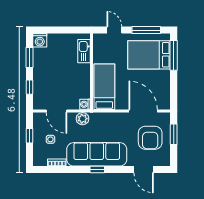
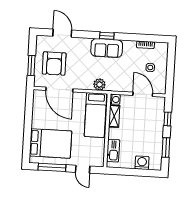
washing machine: (40, 40) -> (142, 163), moved
window: (174, 55) -> (27, 141), removed
shelving: (85, 87) -> (114, 116), added
plant: (83, 119) -> (99, 85), moved
window: (30, 136) -> (170, 72), removed
armchair: (150, 138) -> (54, 64), turned 180
sofa: (97, 154) -> (107, 48), width x0.54, depth x0.79

